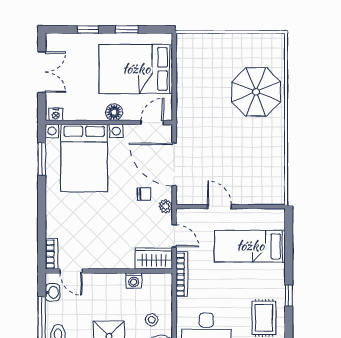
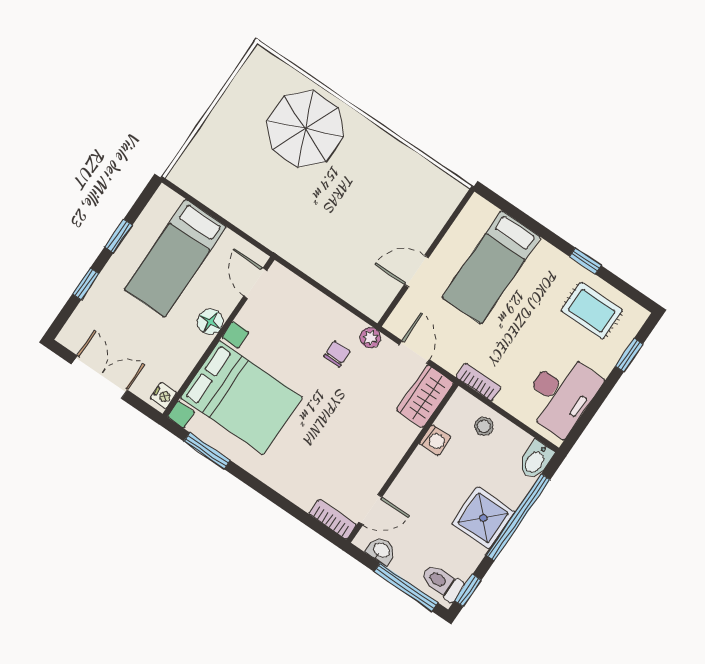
bed: (136, 69) -> (175, 258), width x0.67
door: (174, 164) -> (326, 291), removed
door: (174, 236) -> (414, 352), hinge flipped
bookcase: (182, 274) -> (478, 382), width x0.64
stool: (152, 320) -> (484, 426), moved

